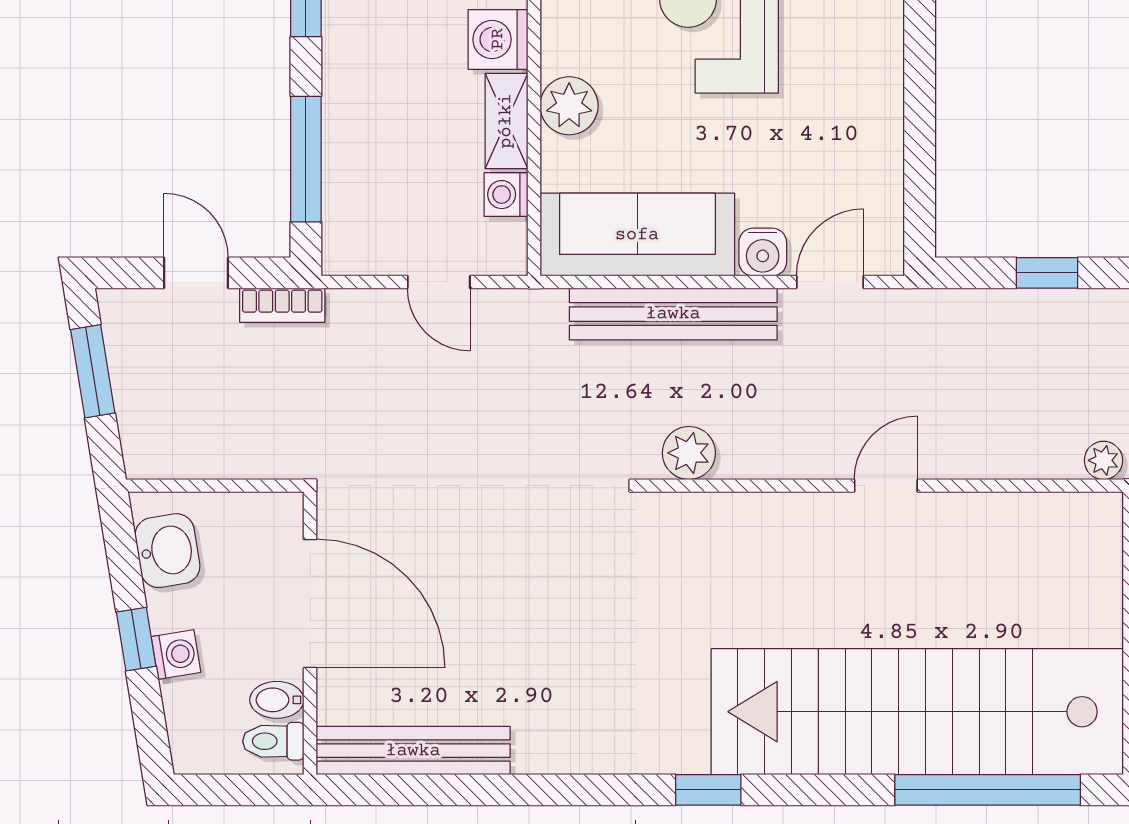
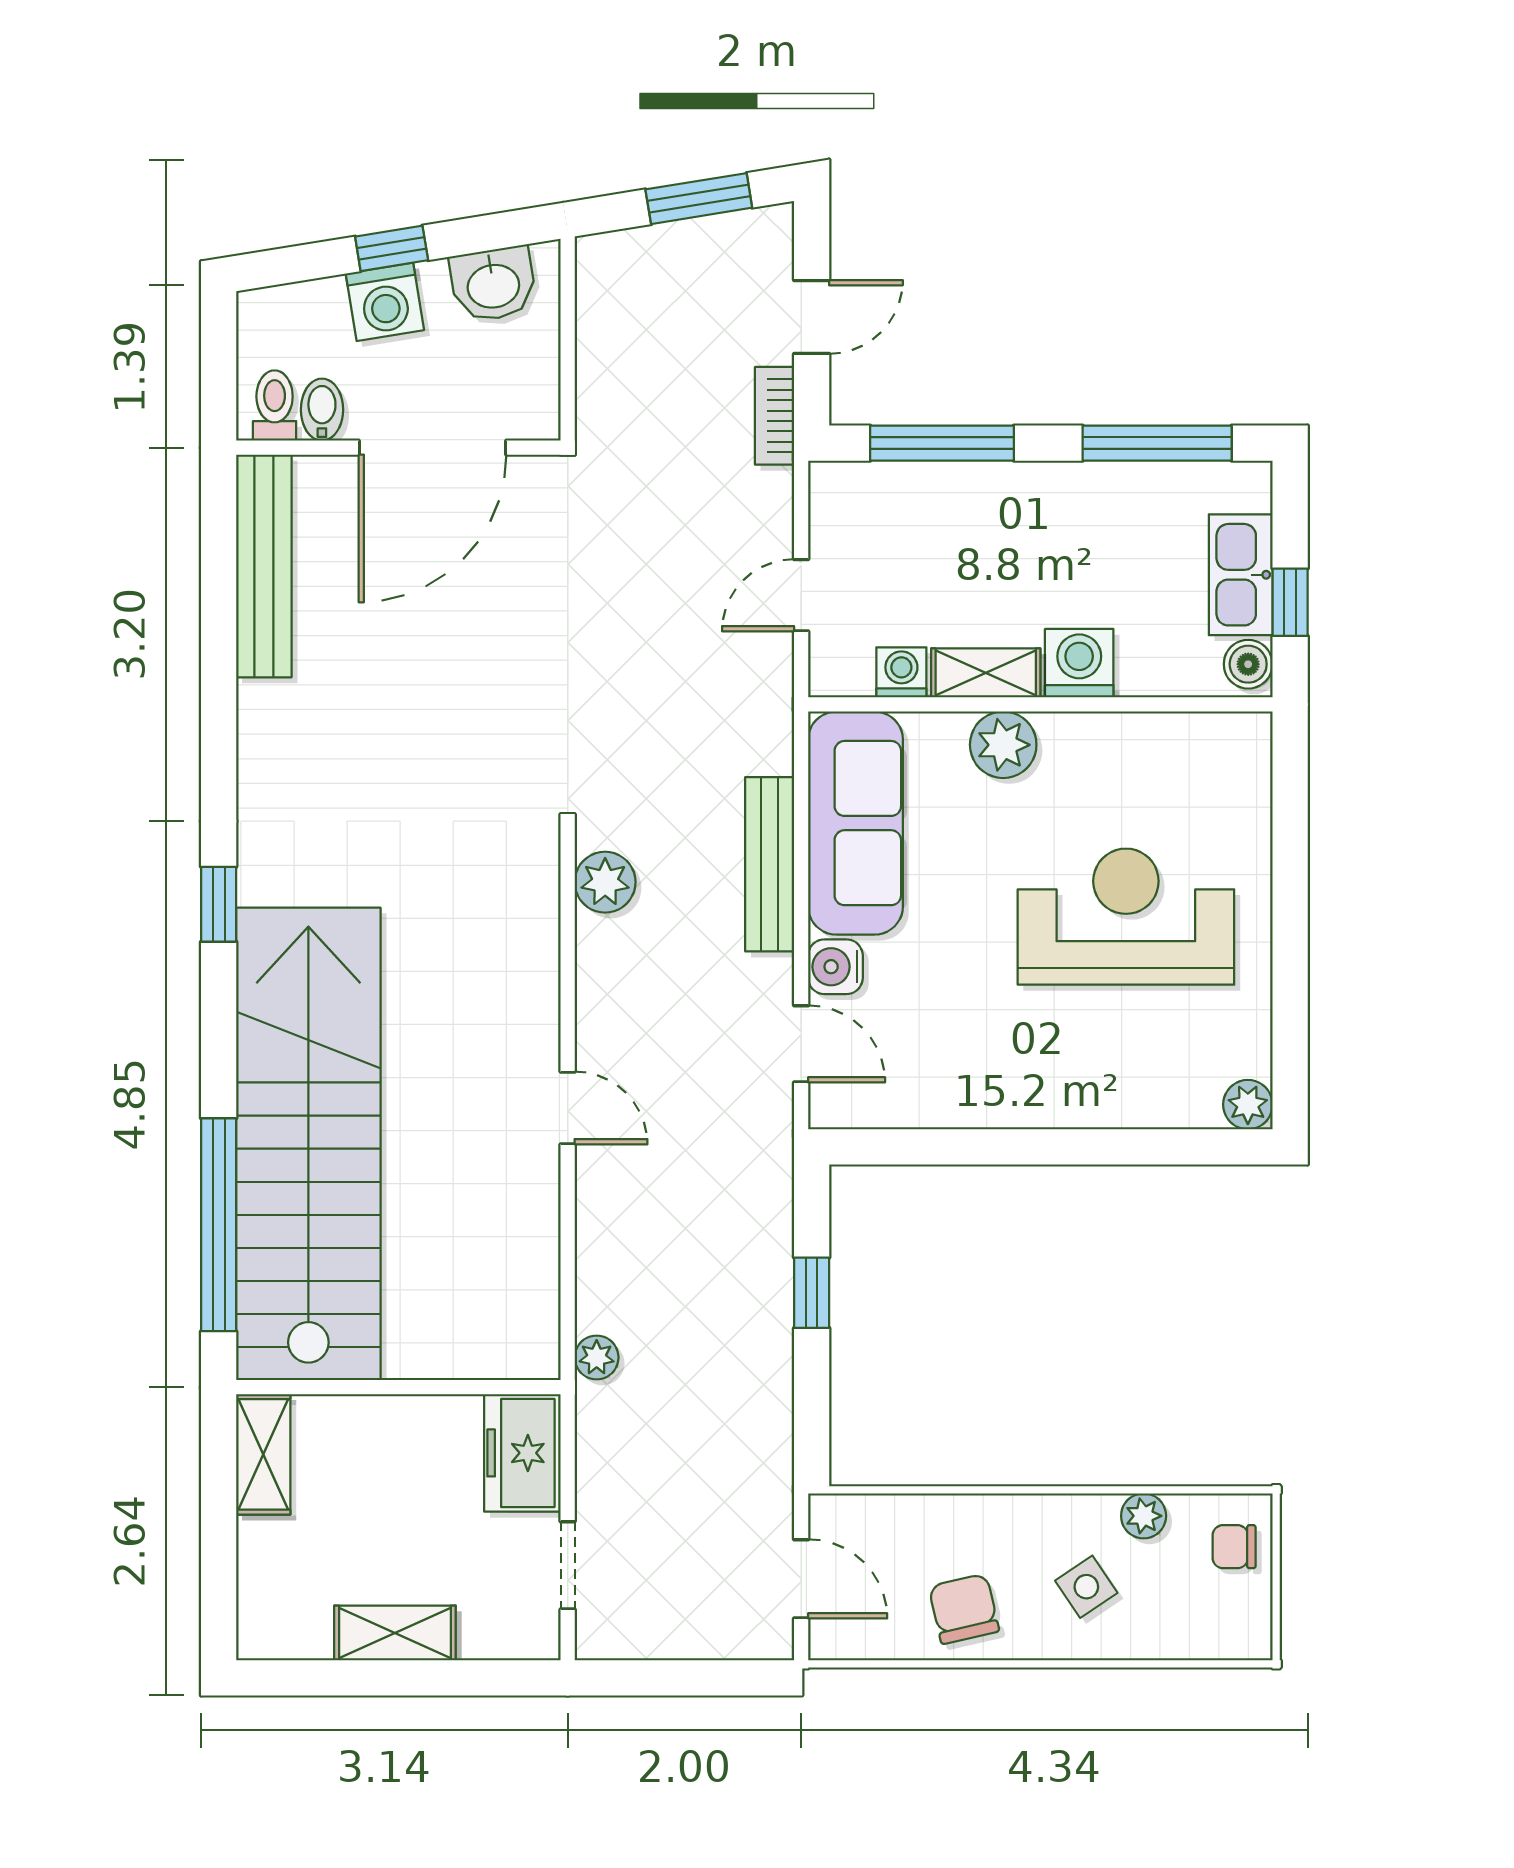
bench: (673, 314) -> (770, 864), width x0.73, depth x0.82
washing machine: (176, 654) -> (385, 302), width x1.38, depth x1.38

